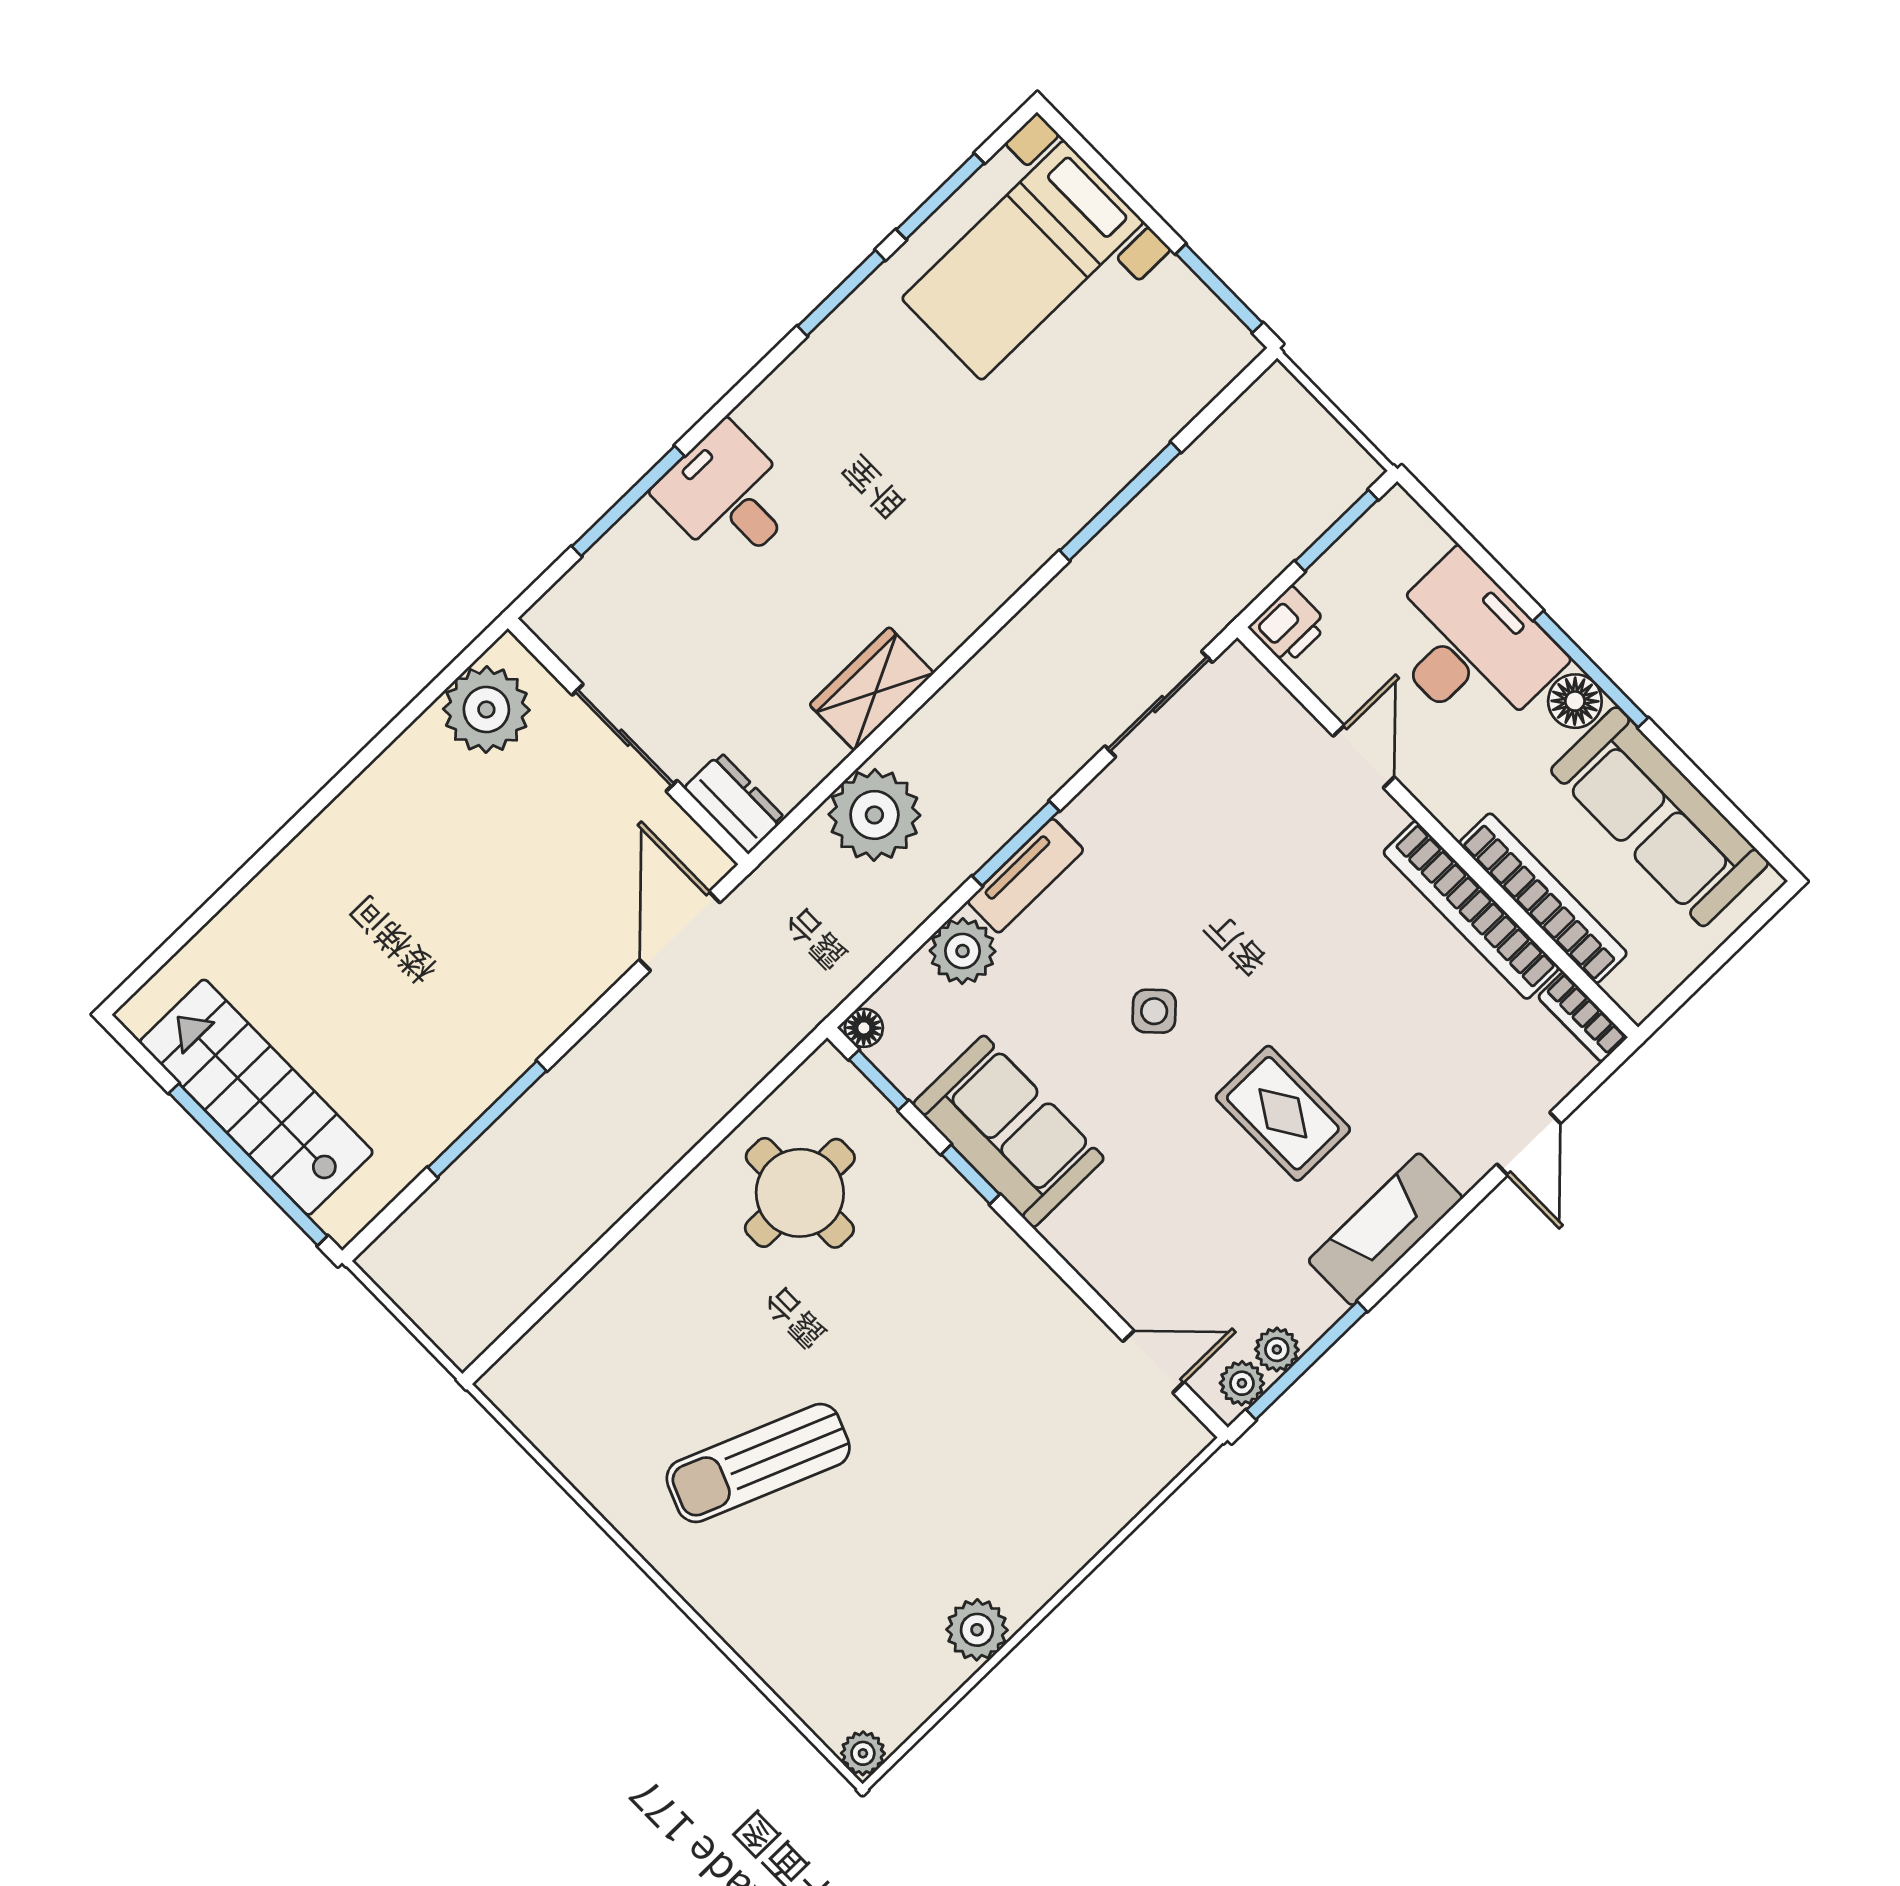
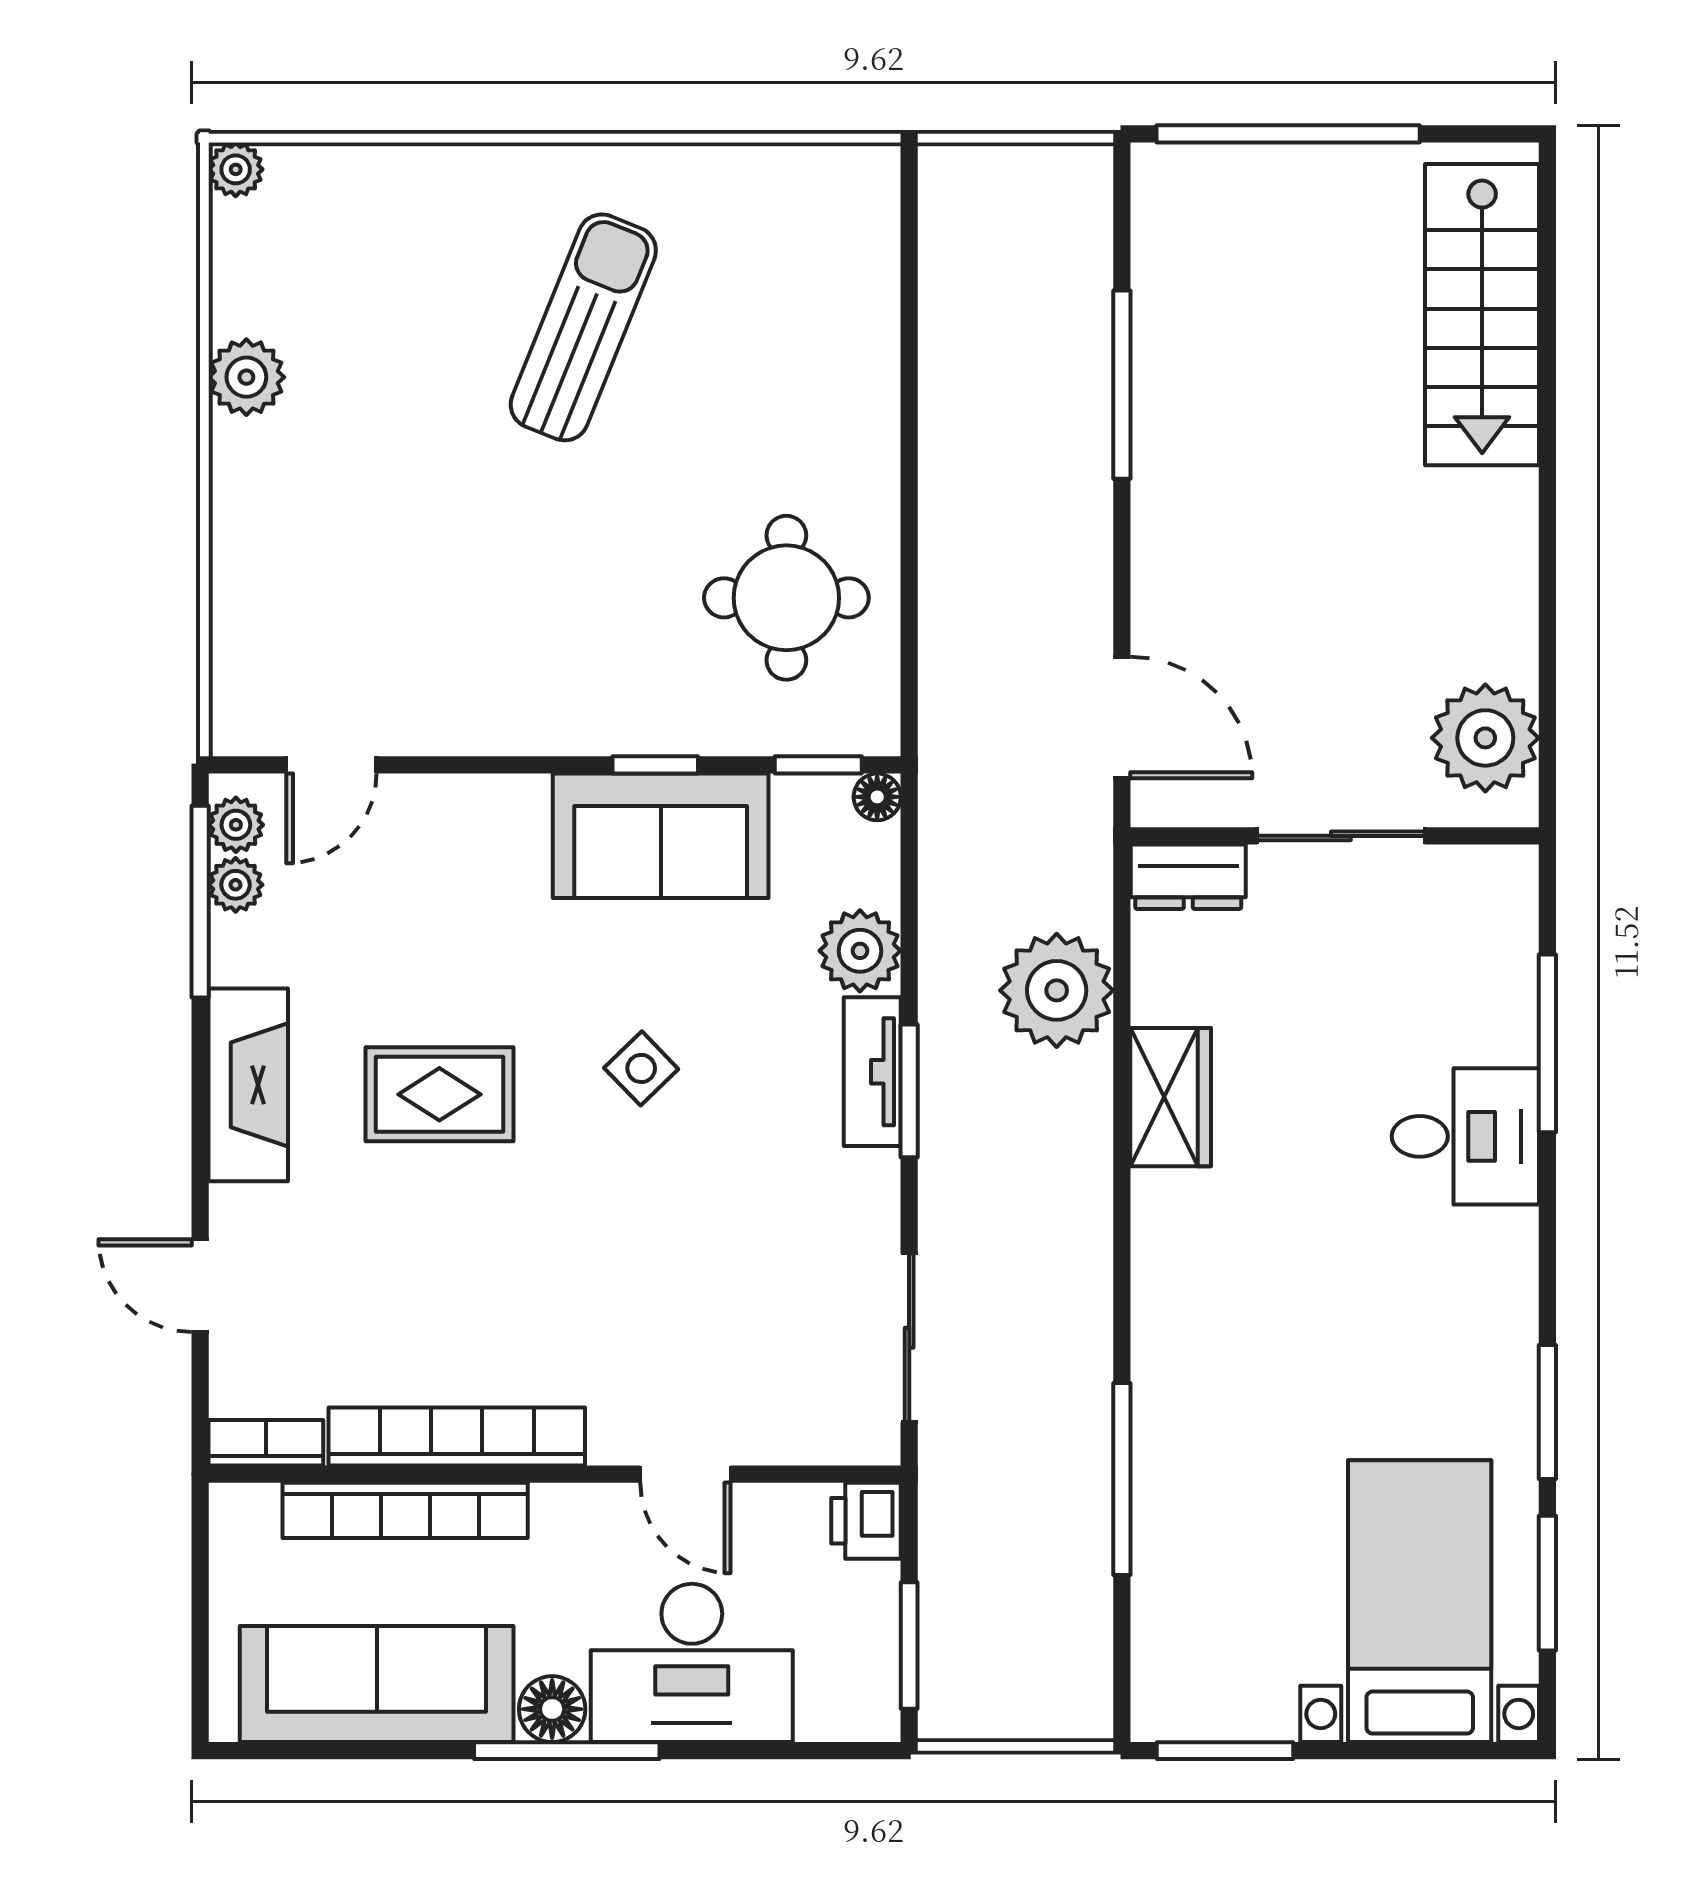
stairs: (256, 1097) -> (1482, 315), moved, turned 90

